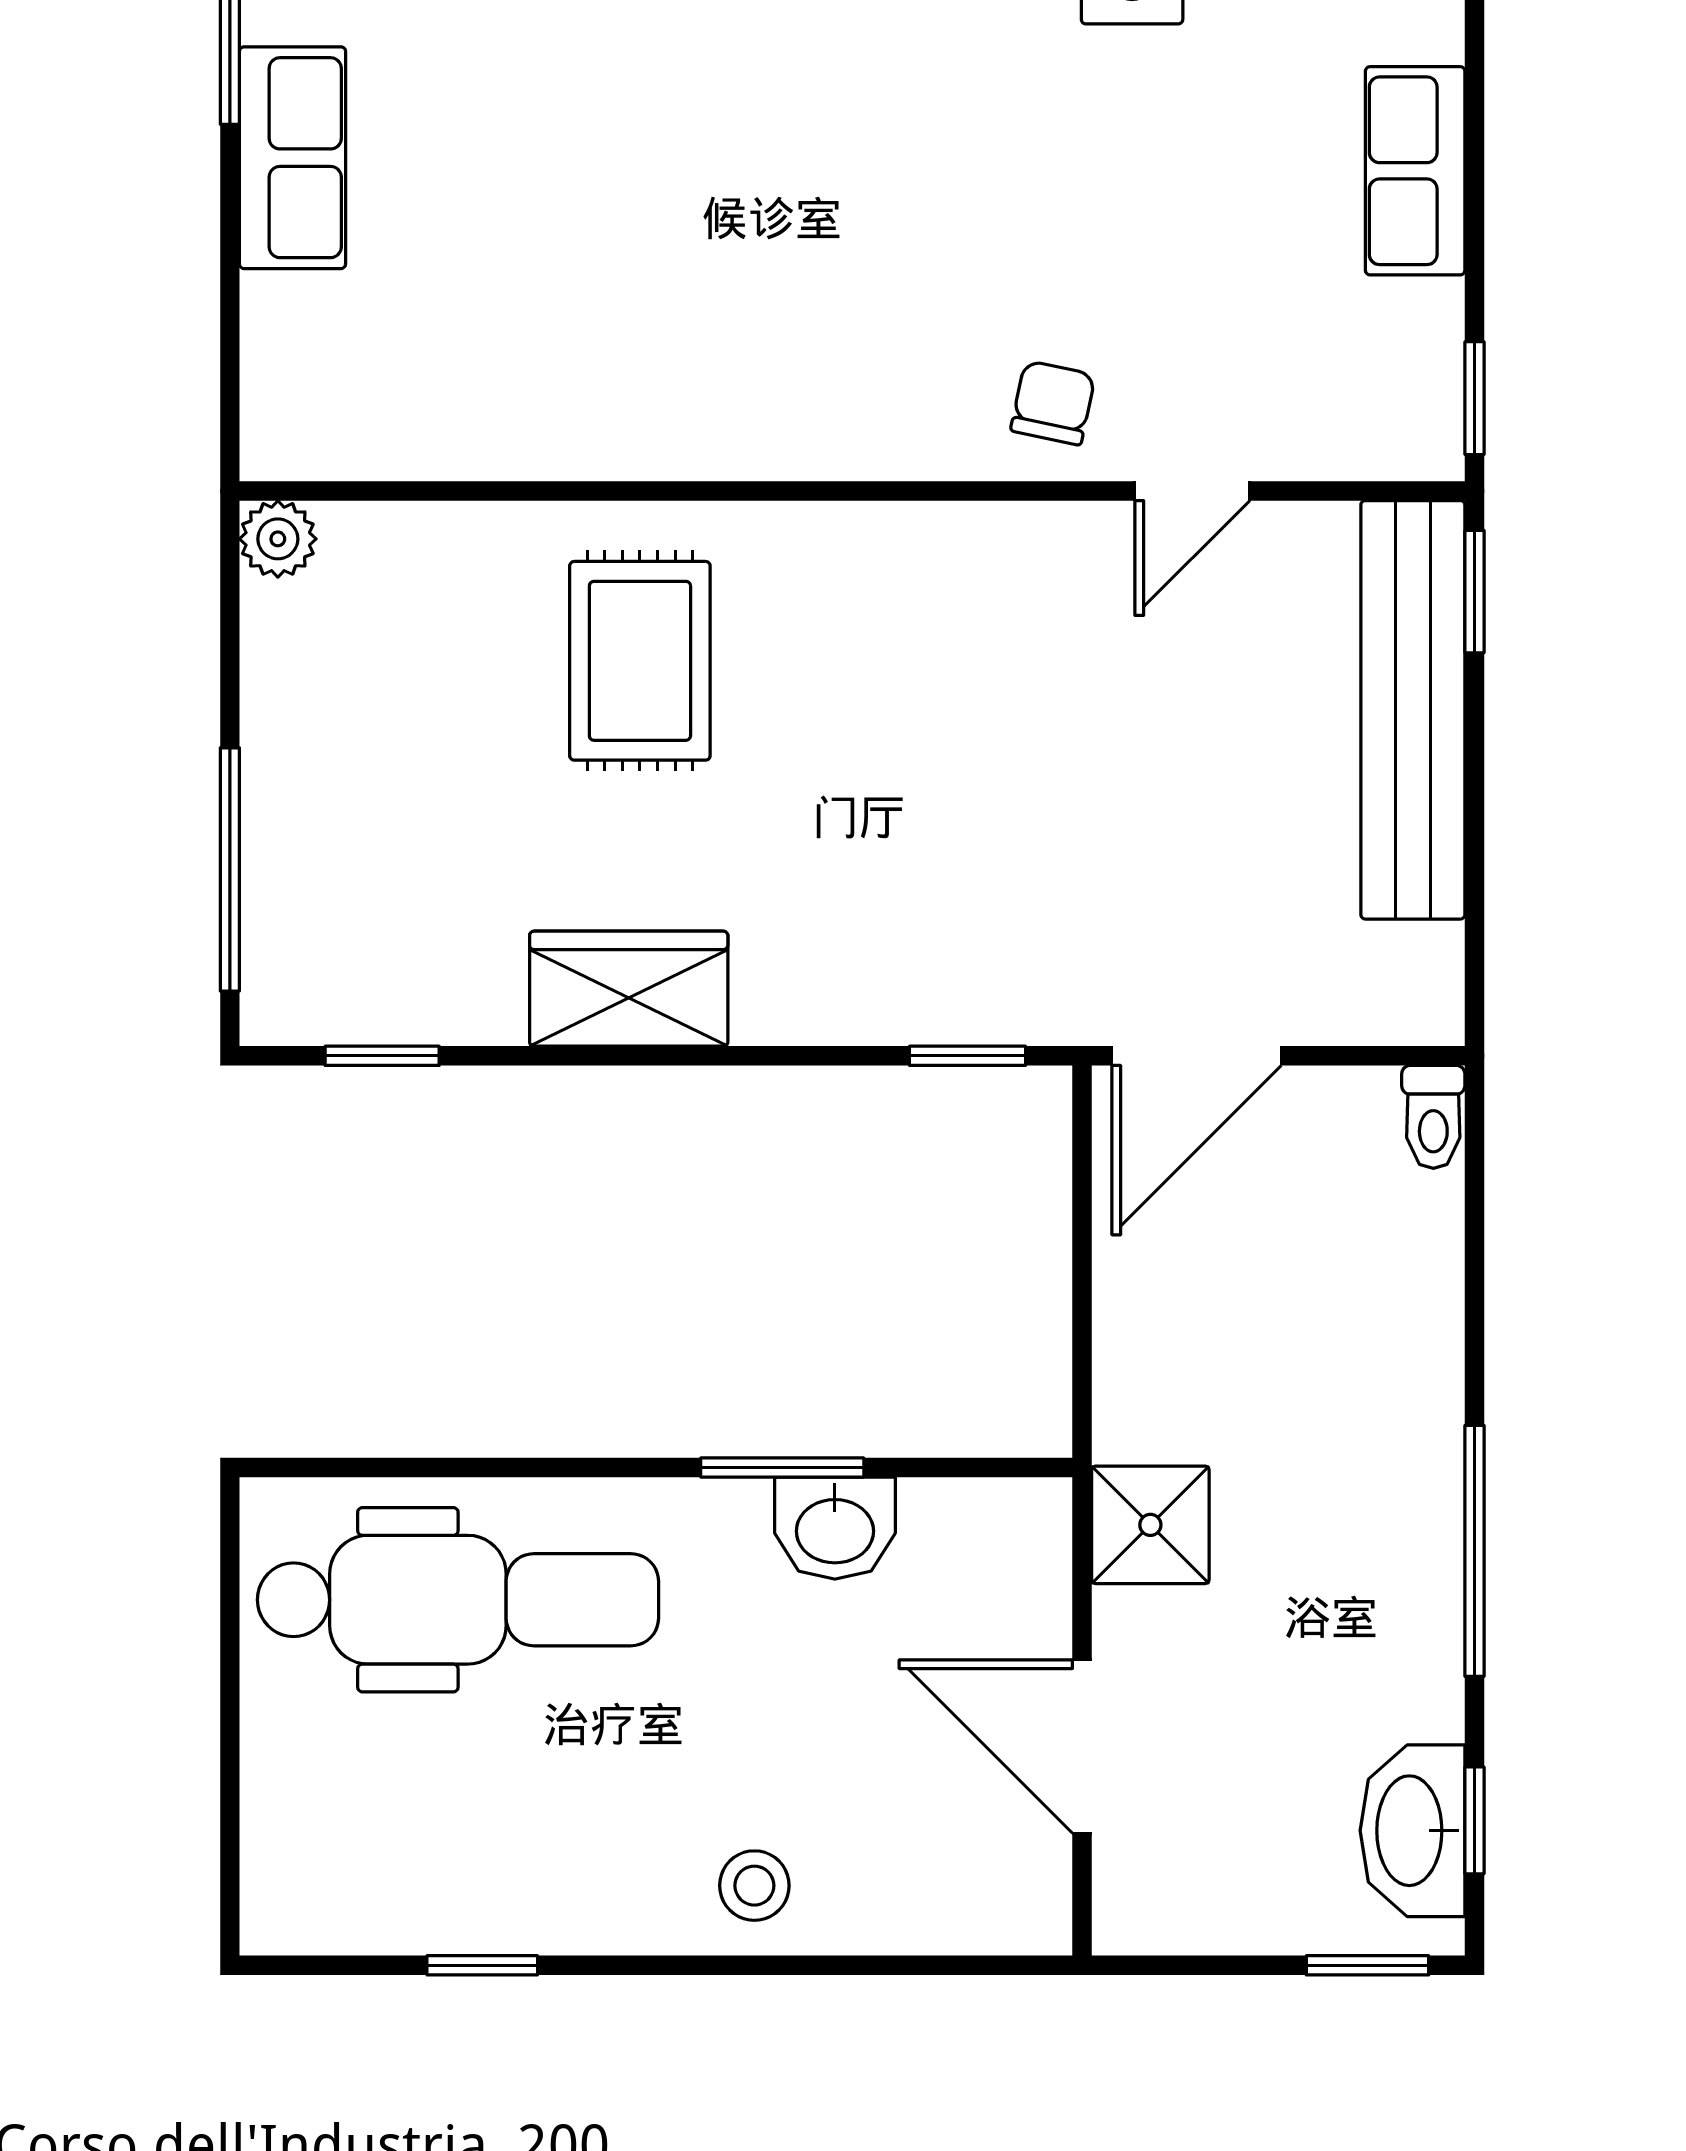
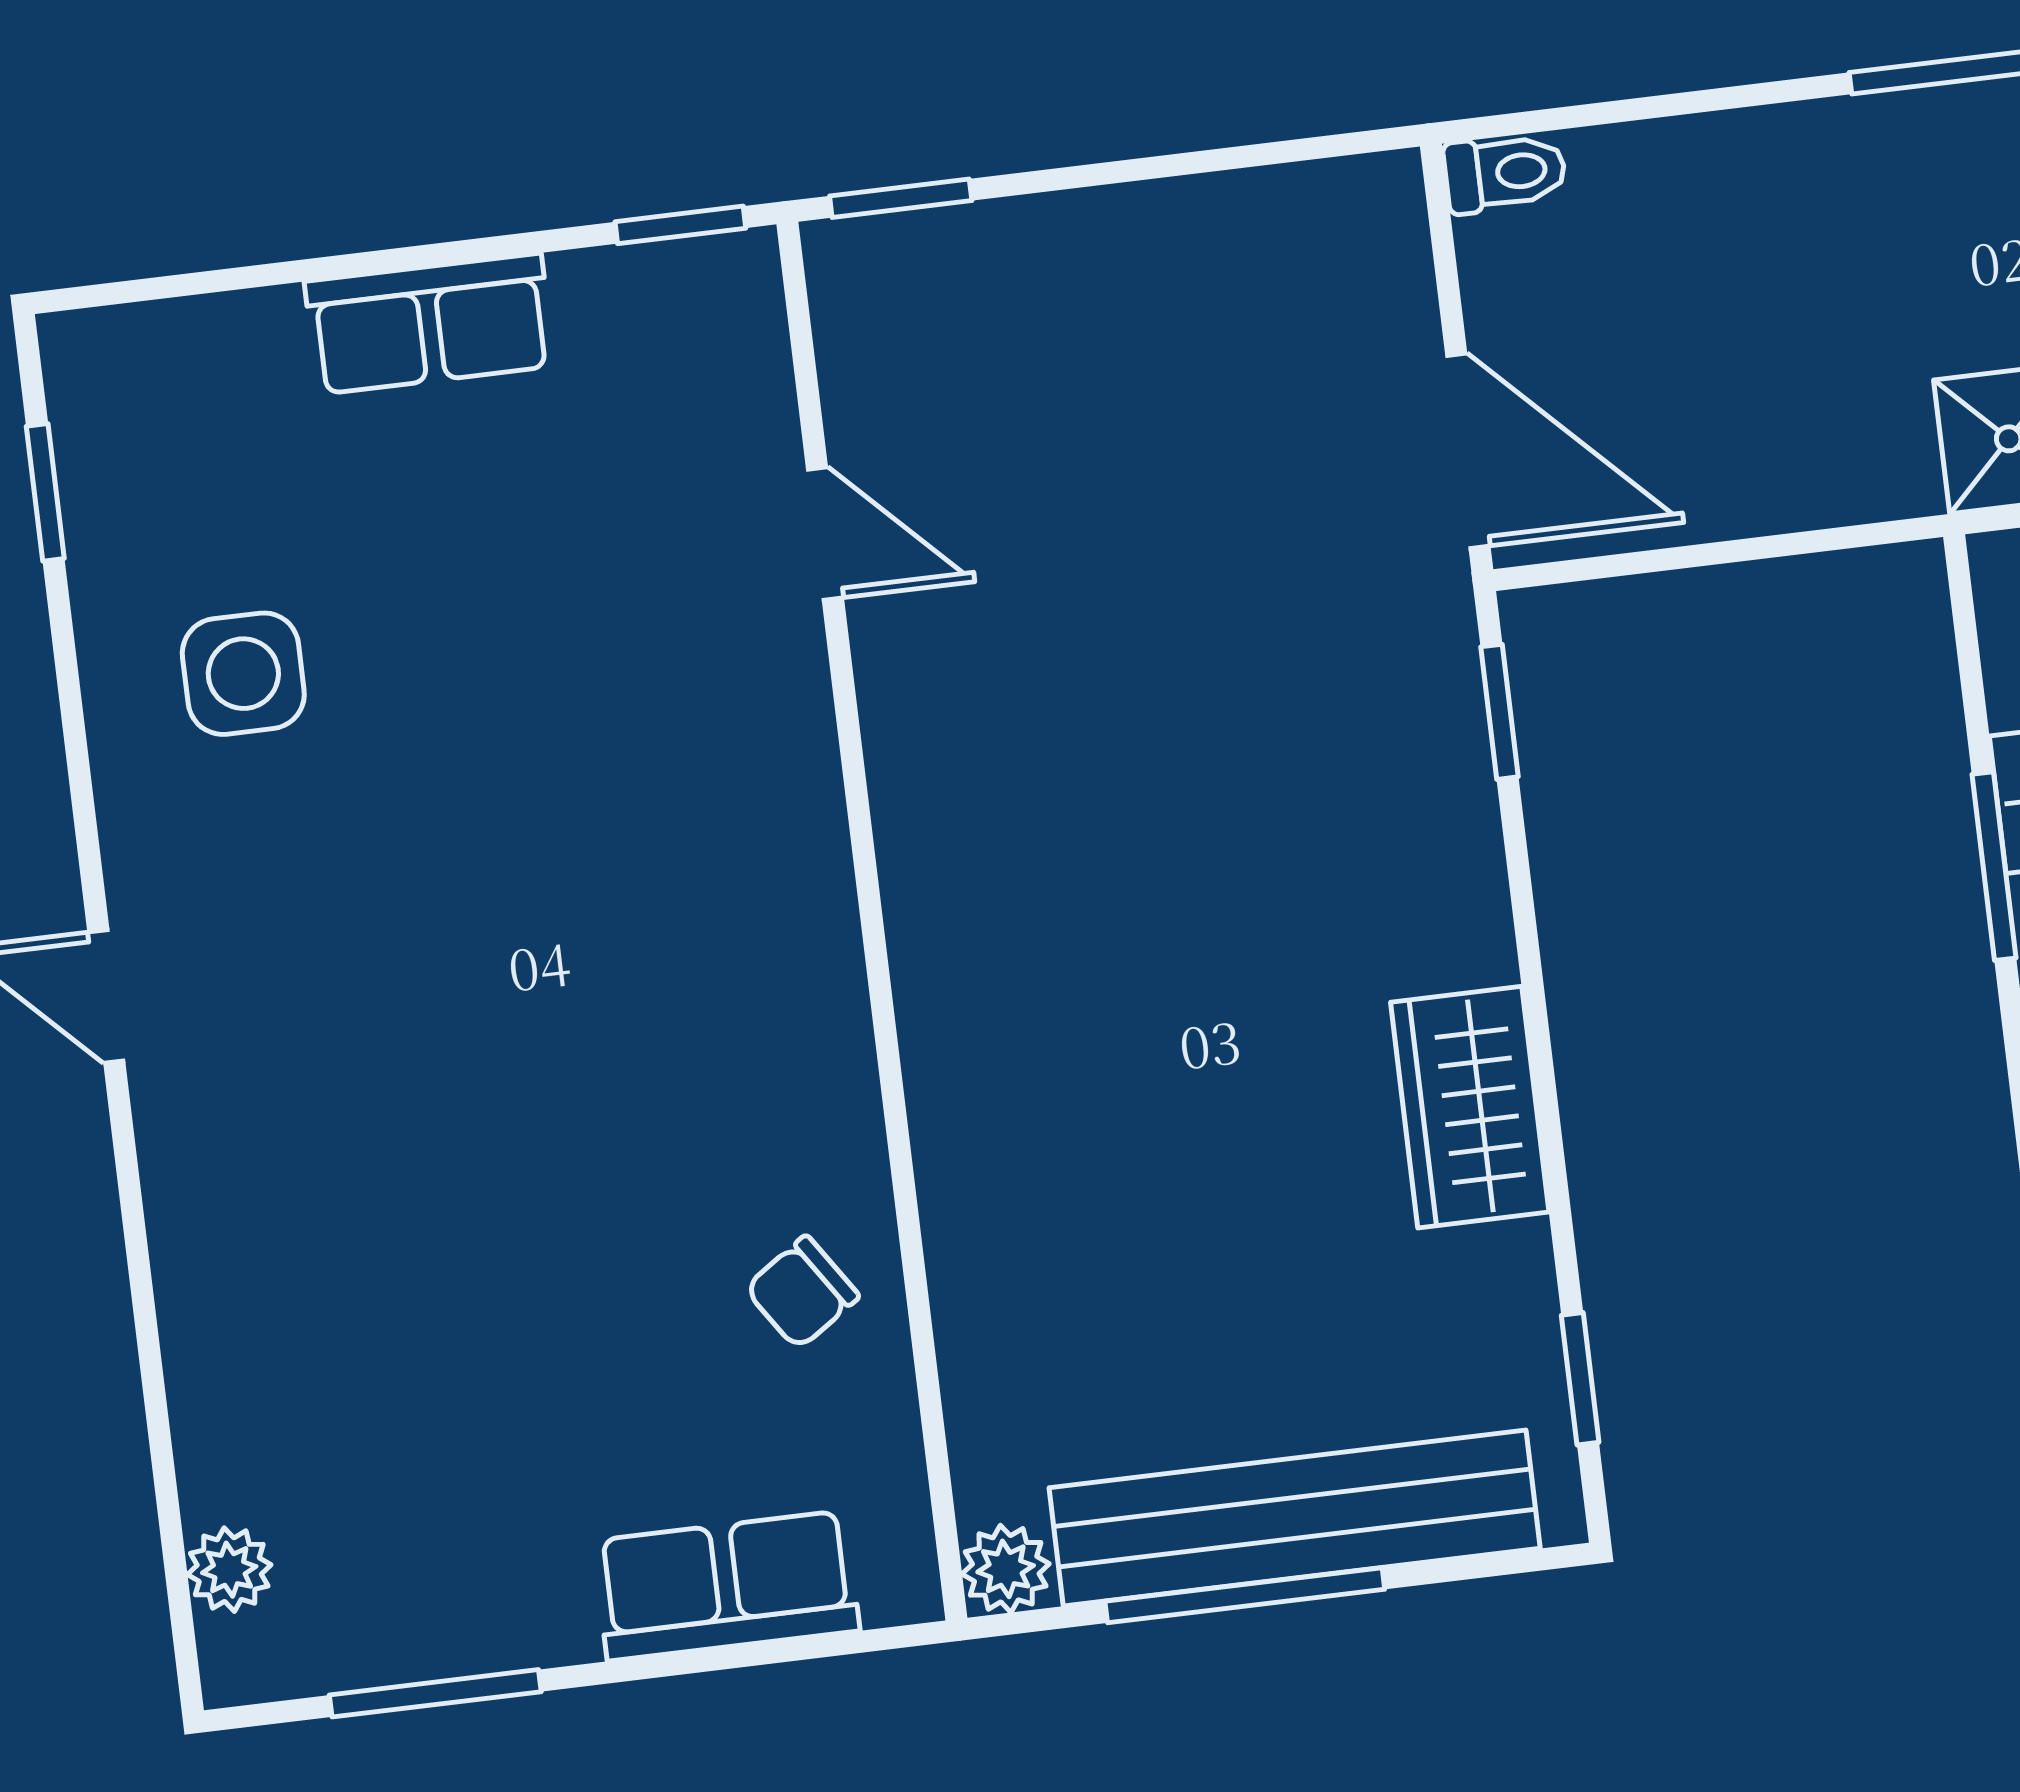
row of seats: (292, 158) -> (726, 1586), moved
chair: (1053, 403) -> (802, 1292), moved, turned -46
rug: (640, 661) -> (1095, 1139), removed
bench: (1413, 710) -> (1295, 1518), moved
window: (230, 869) -> (1245, 1595), moved

